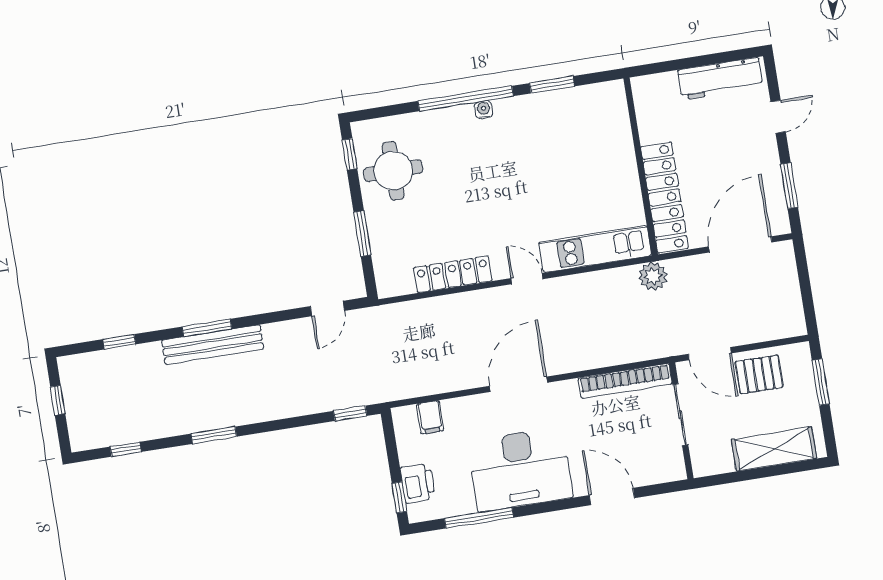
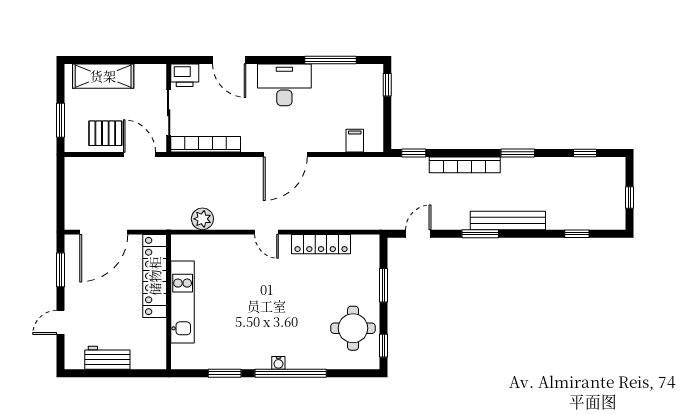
workbench: (720, 79) -> (107, 358), width x0.73
kitchen unit: (595, 249) -> (183, 302), moved, turned -90
plant: (653, 276) -> (202, 219), moved
window: (207, 328) -> (480, 234), moved
bookcase: (281, 408) -> (465, 165), added
desk: (520, 469) -> (284, 85), width x0.73, depth x0.77
printer: (418, 483) -> (185, 75), moved, turned -90

